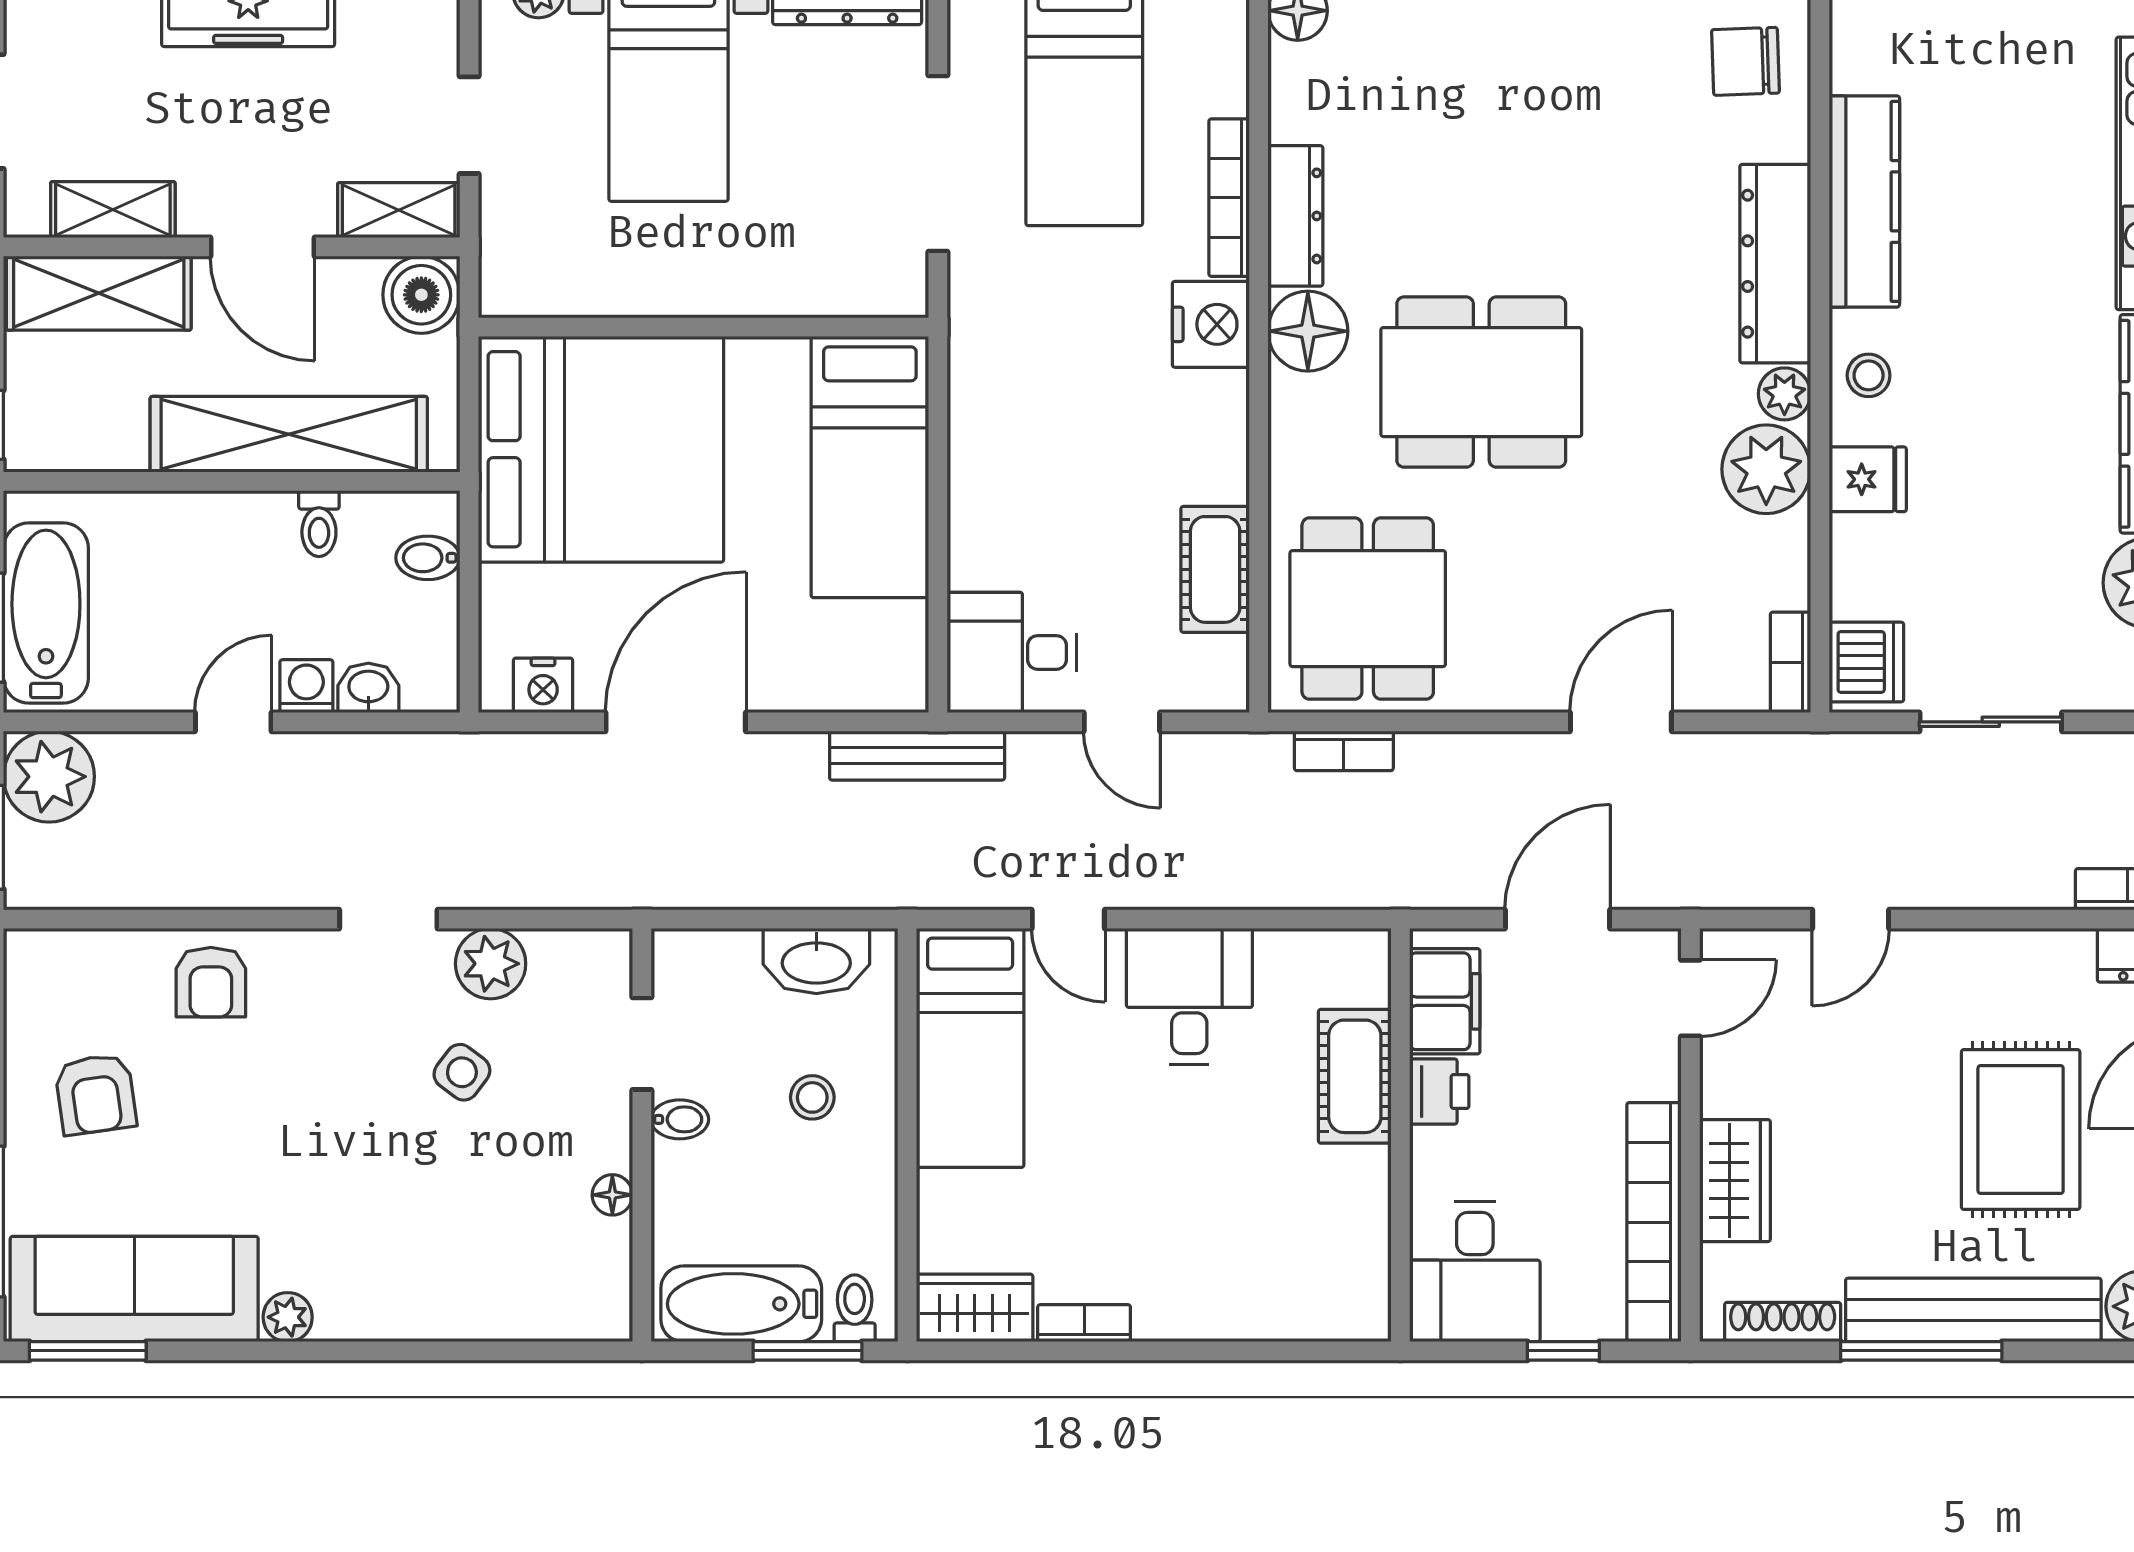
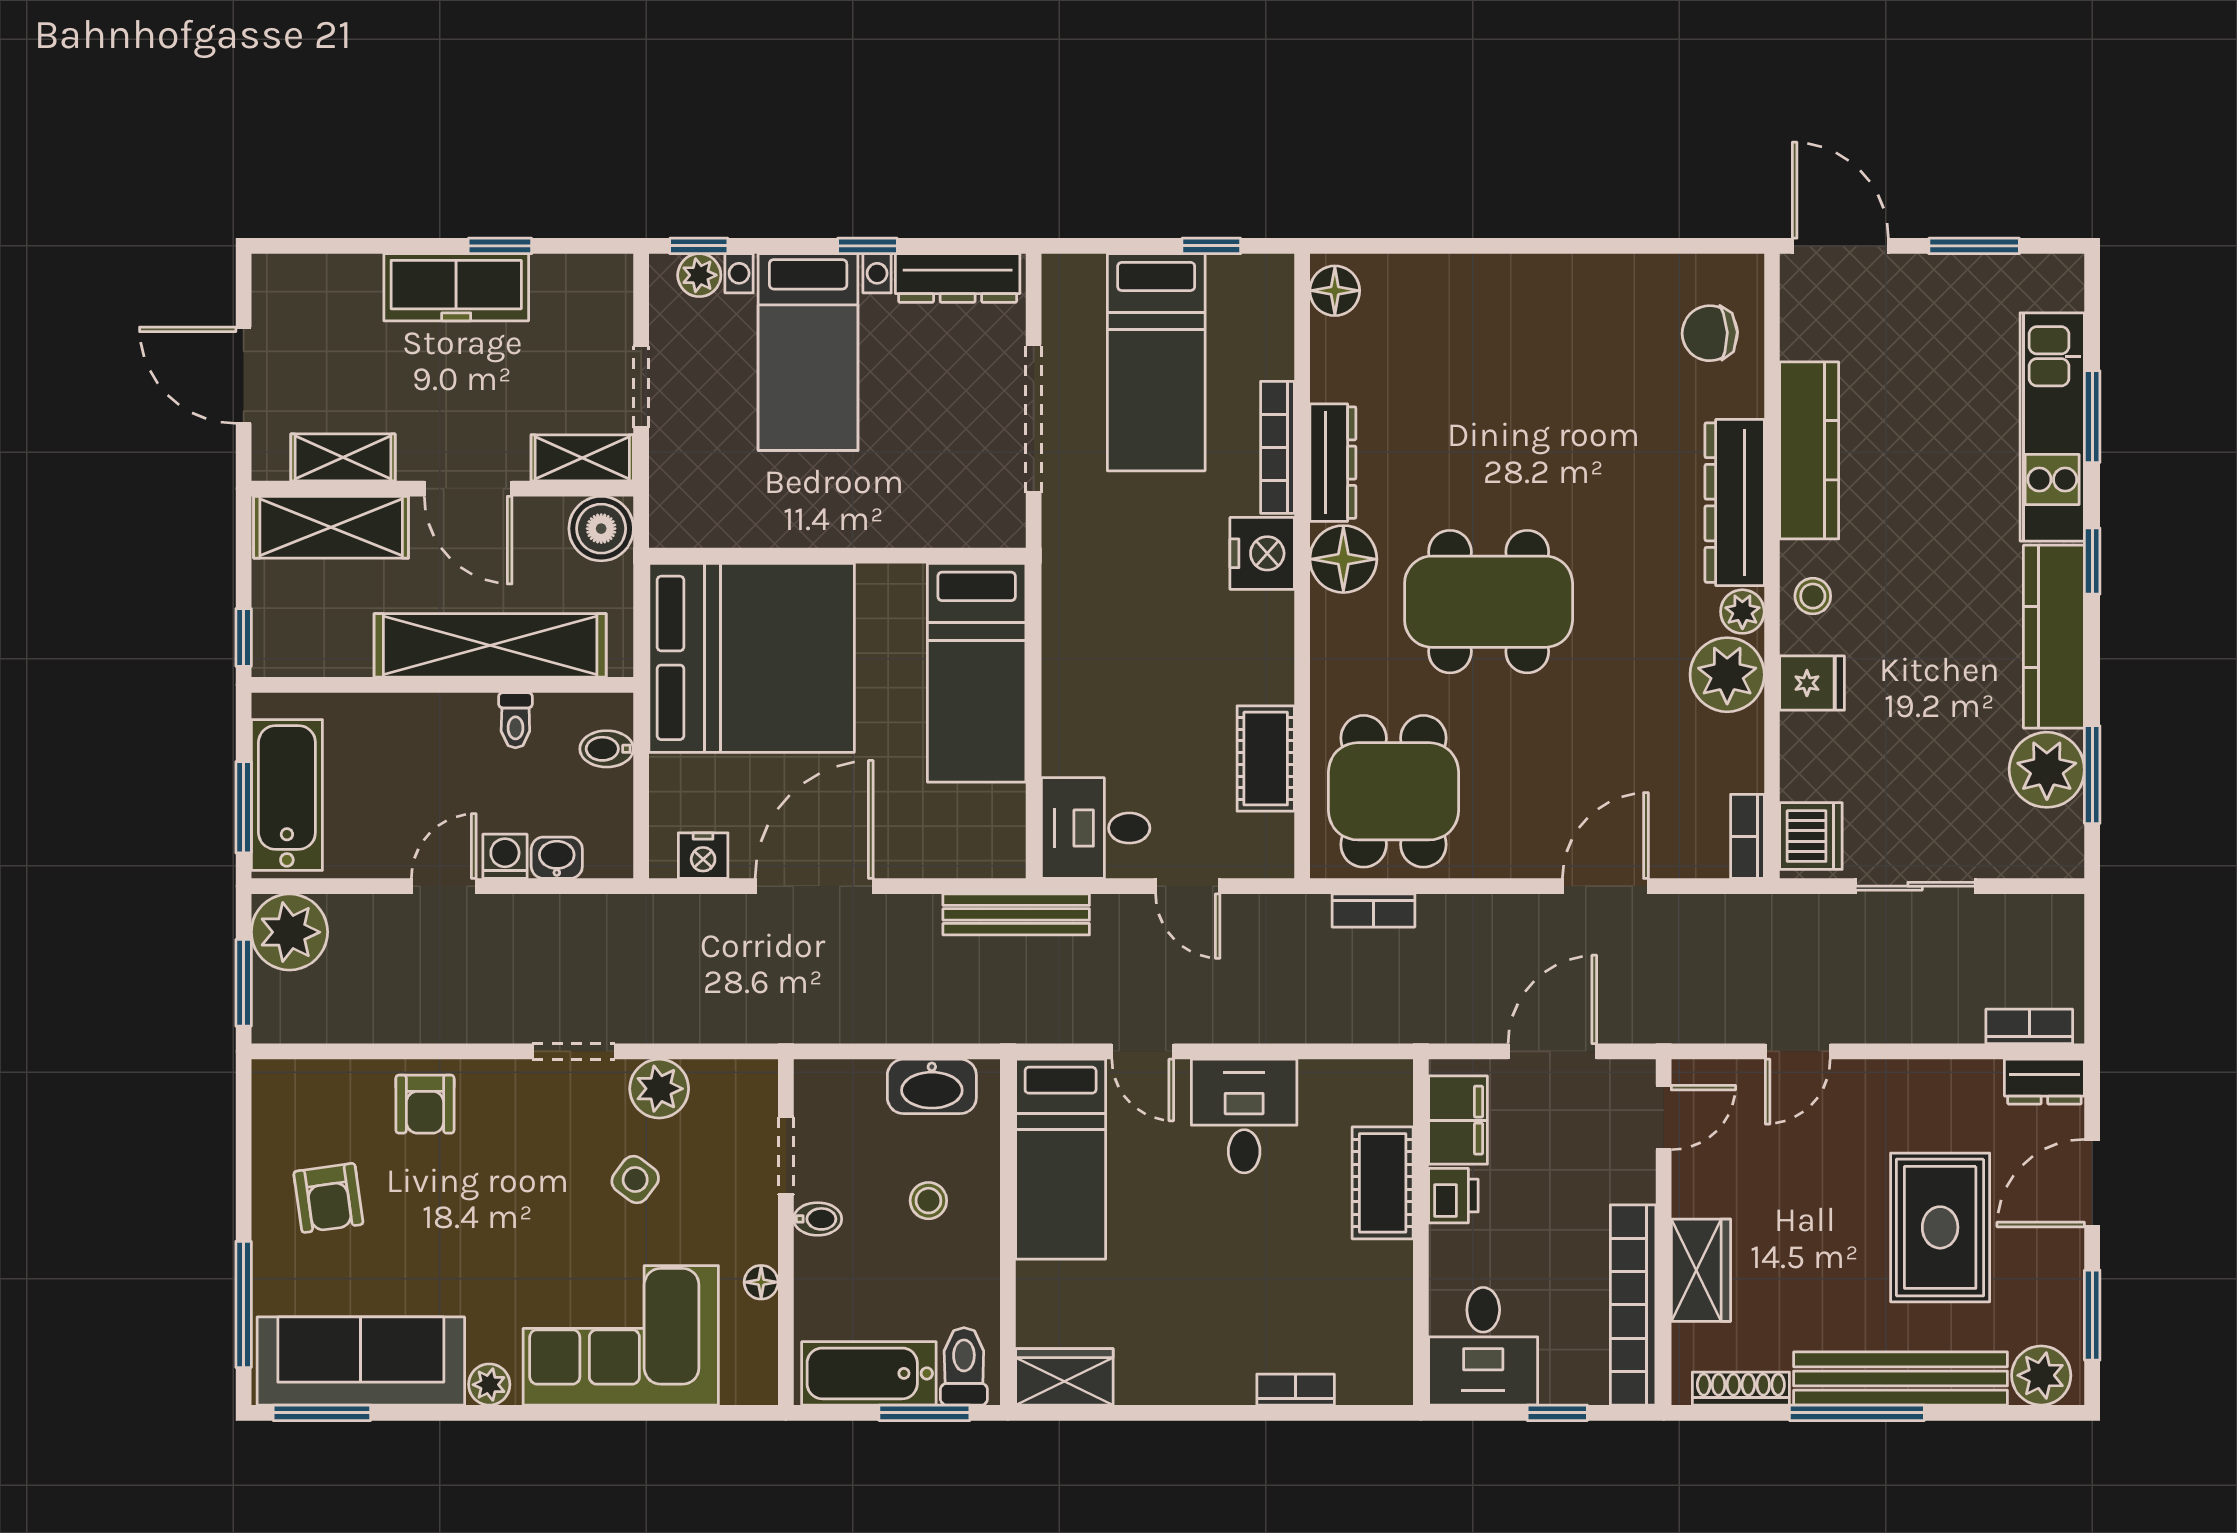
corner sofa: (445, 1258) -> (621, 1335), added
toilet: (855, 1308) -> (964, 1366), width x1.37, depth x1.39
bookcase: (1084, 1323) -> (1296, 1390), moved

